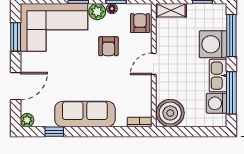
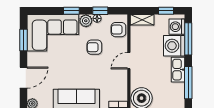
armchair: (140, 23) -> (118, 30), turned -90
armchair: (108, 46) -> (94, 47), turned 90
washing machine: (217, 103) -> (177, 27), moved

